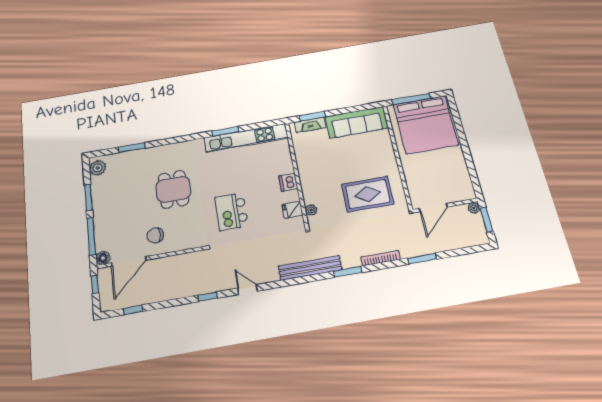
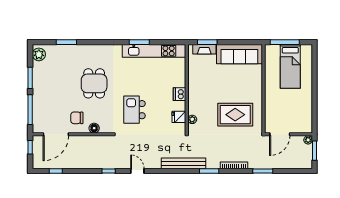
bed: (426, 125) -> (290, 66), width x0.49
floor lamp: (103, 258) -> (94, 128), moved

